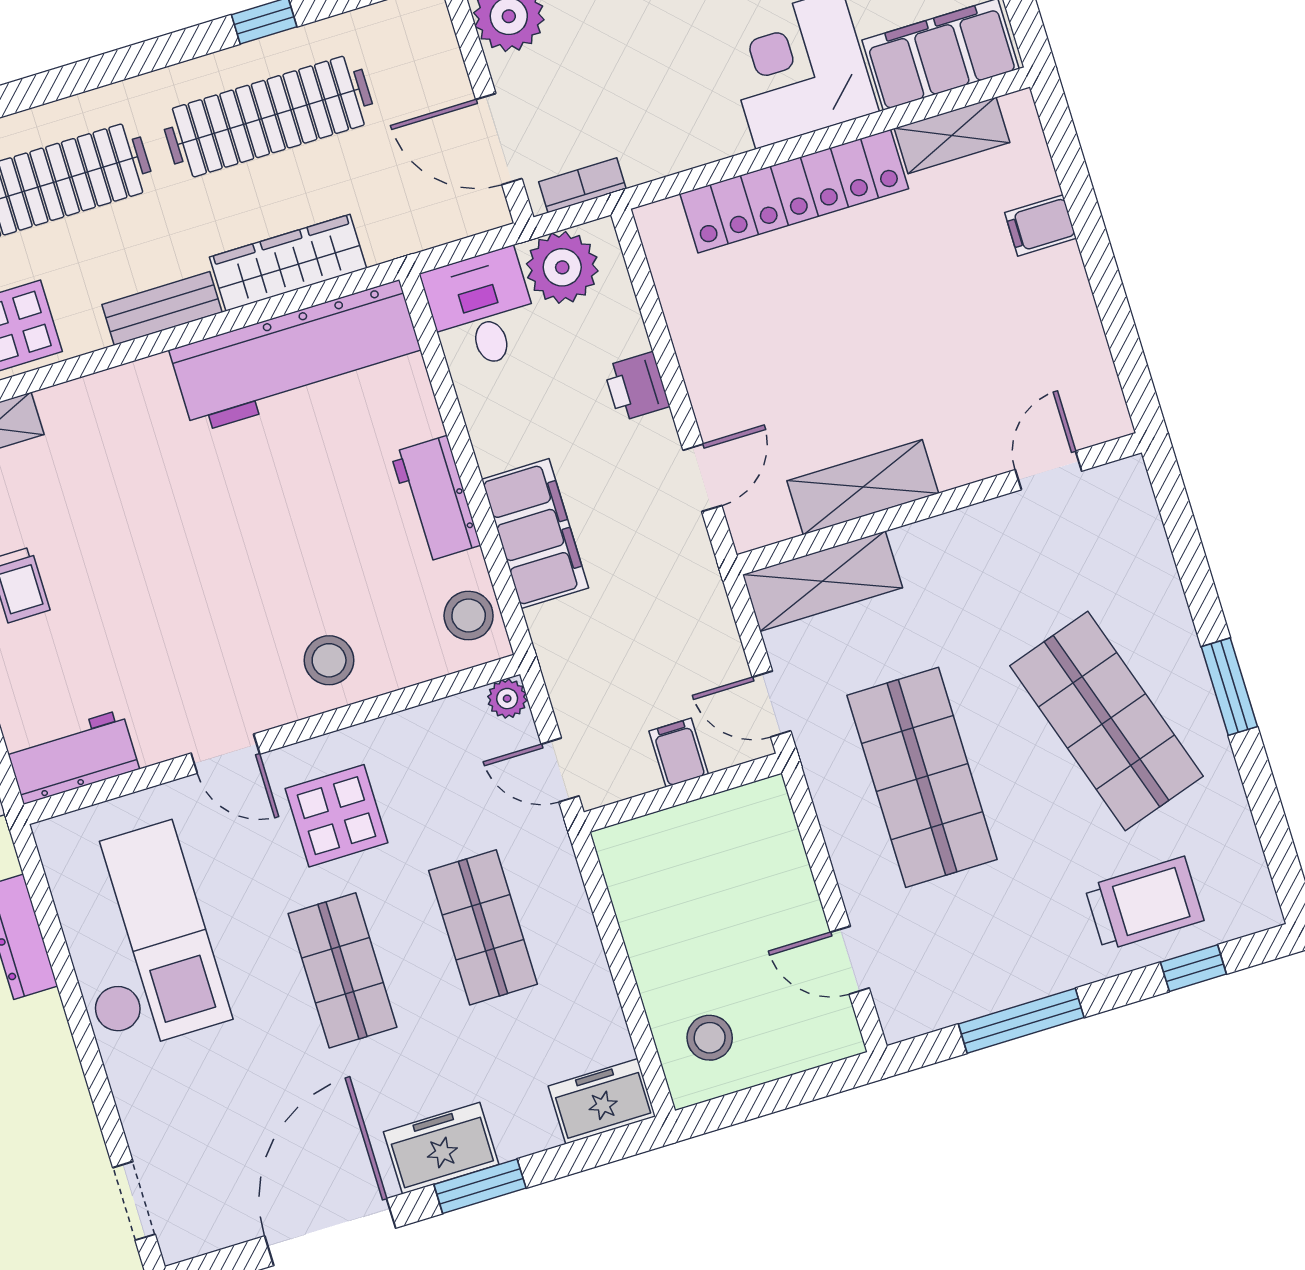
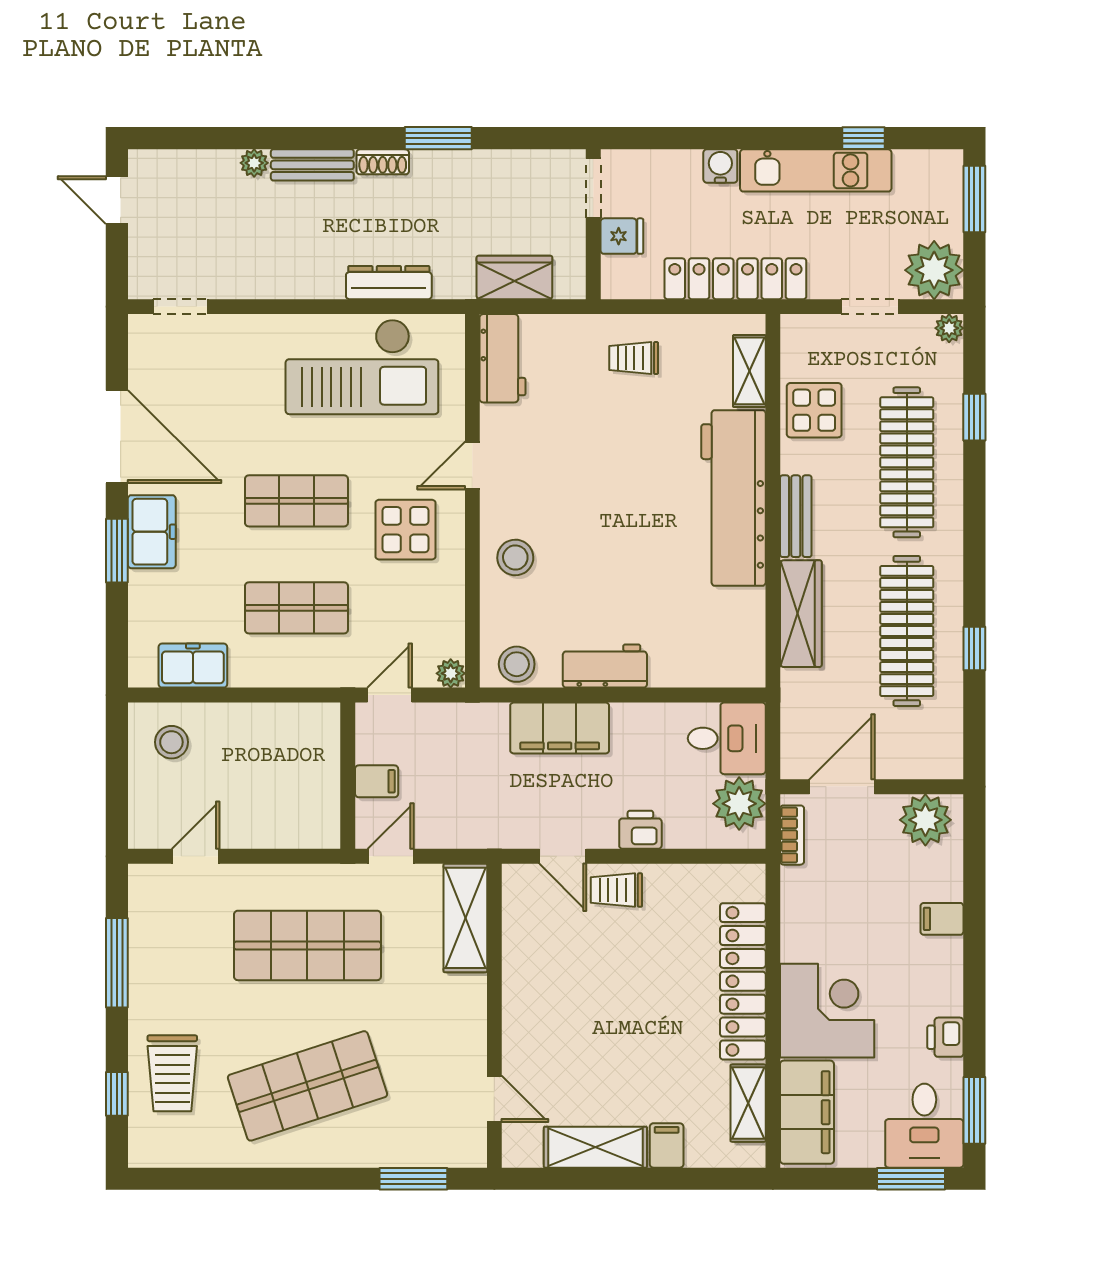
workbench: (297, 357) -> (733, 498), moved
trolley: (725, 394) -> (616, 890), added
shelving: (863, 487) -> (595, 1147), moved, turned 90
window: (1229, 687) -> (413, 1179), moved
freezer: (602, 1101) -> (193, 666), moved, turned -90

